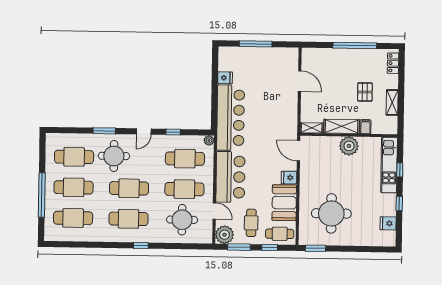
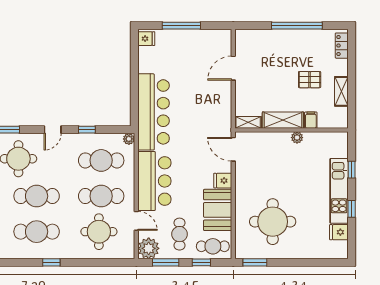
fridge: (225, 78) -> (146, 39), moved
door: (300, 81) -> (233, 68), swing flipped
pallet: (365, 92) -> (310, 80), turned 90
plant: (349, 146) -> (297, 138), width x0.53, depth x0.53
kitchen unit: (389, 165) -> (339, 191), moved

